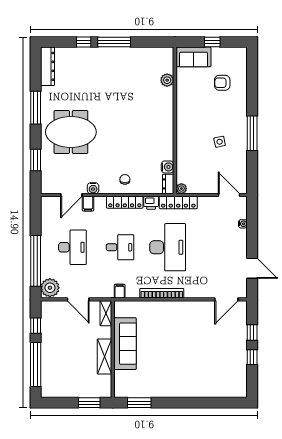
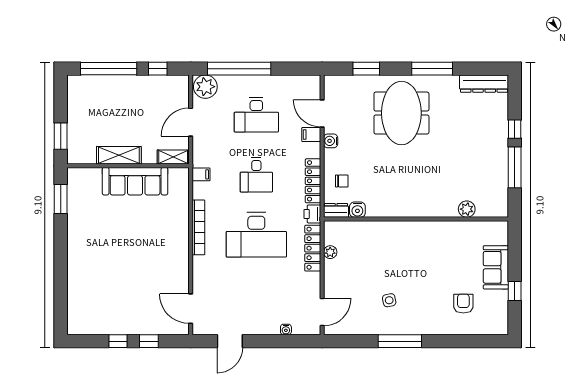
plant: (167, 80) -> (467, 209), moved
wall: (175, 120) -> (416, 219), moved
water cooler: (168, 167) -> (357, 210), moved
dresser: (168, 184) -> (336, 210), moved

